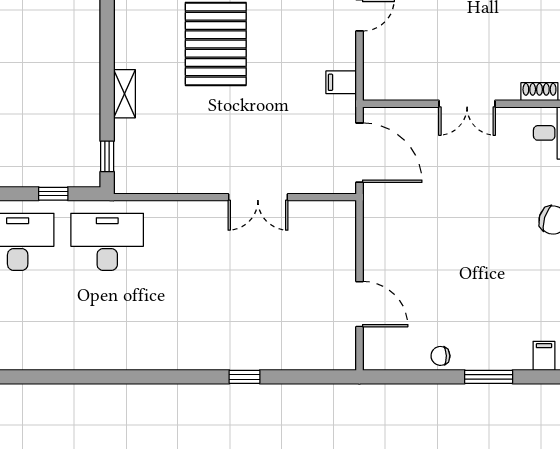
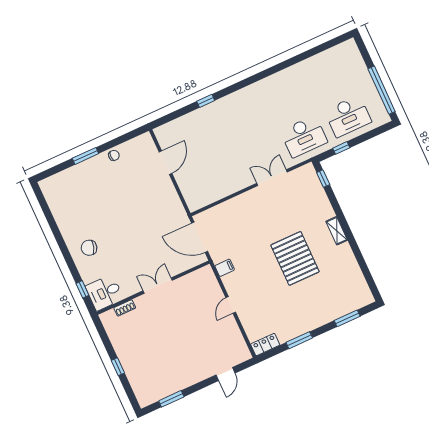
shelving: (124, 94) -> (337, 231), moved
double door: (258, 197) -> (272, 178), moved
door: (359, 304) -> (166, 163), swing flipped
filing cabinet: (544, 356) -> (63, 179), removed

